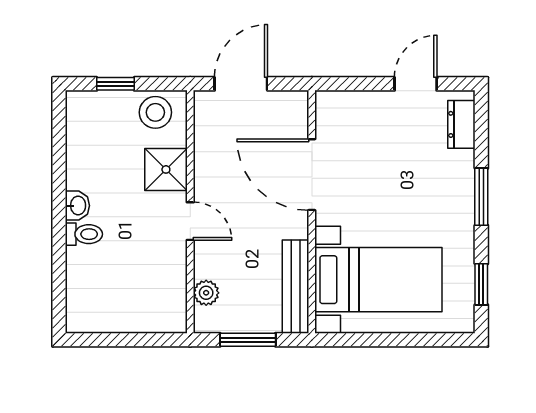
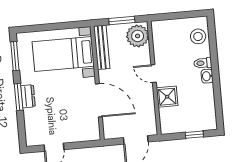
stool: (155, 112) -> (198, 36), moved
dresser: (461, 124) -> (28, 96), moved
window: (481, 284) -> (15, 56), width x1.50
plant: (206, 293) -> (138, 36), width x1.88, depth x1.88

